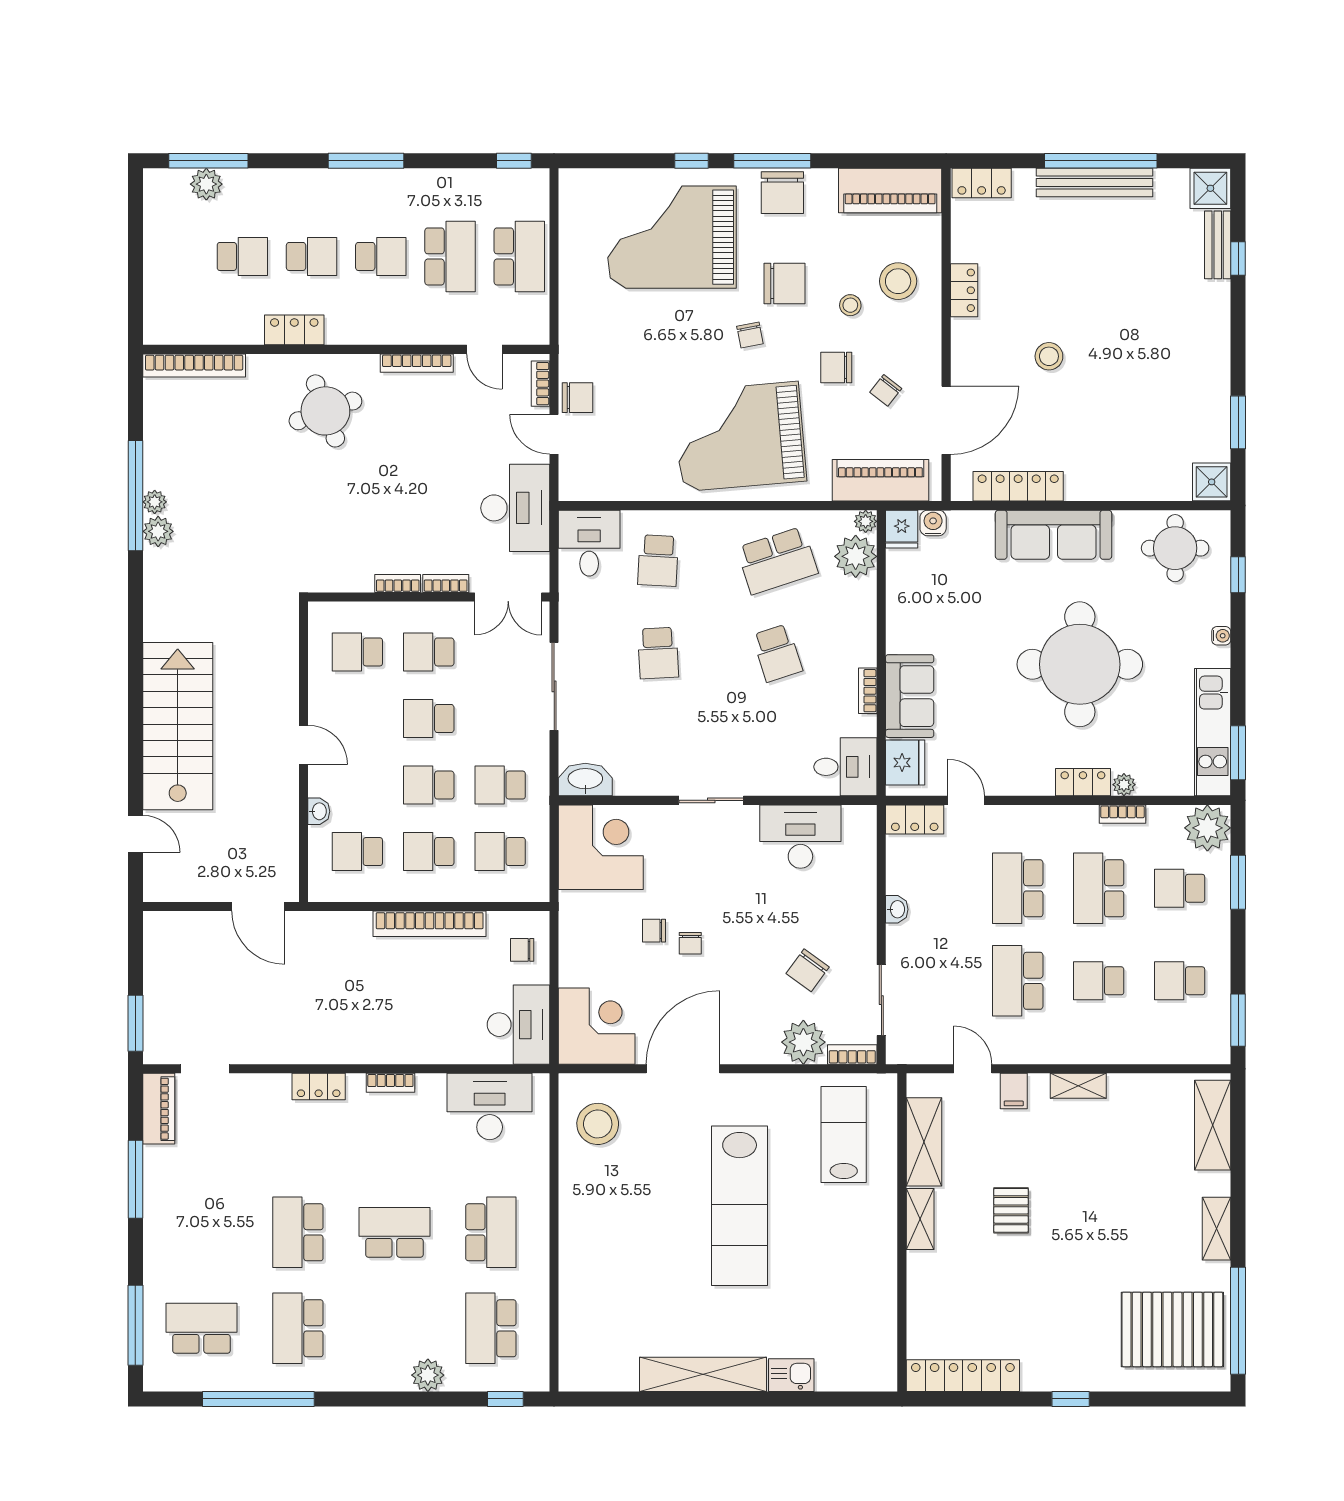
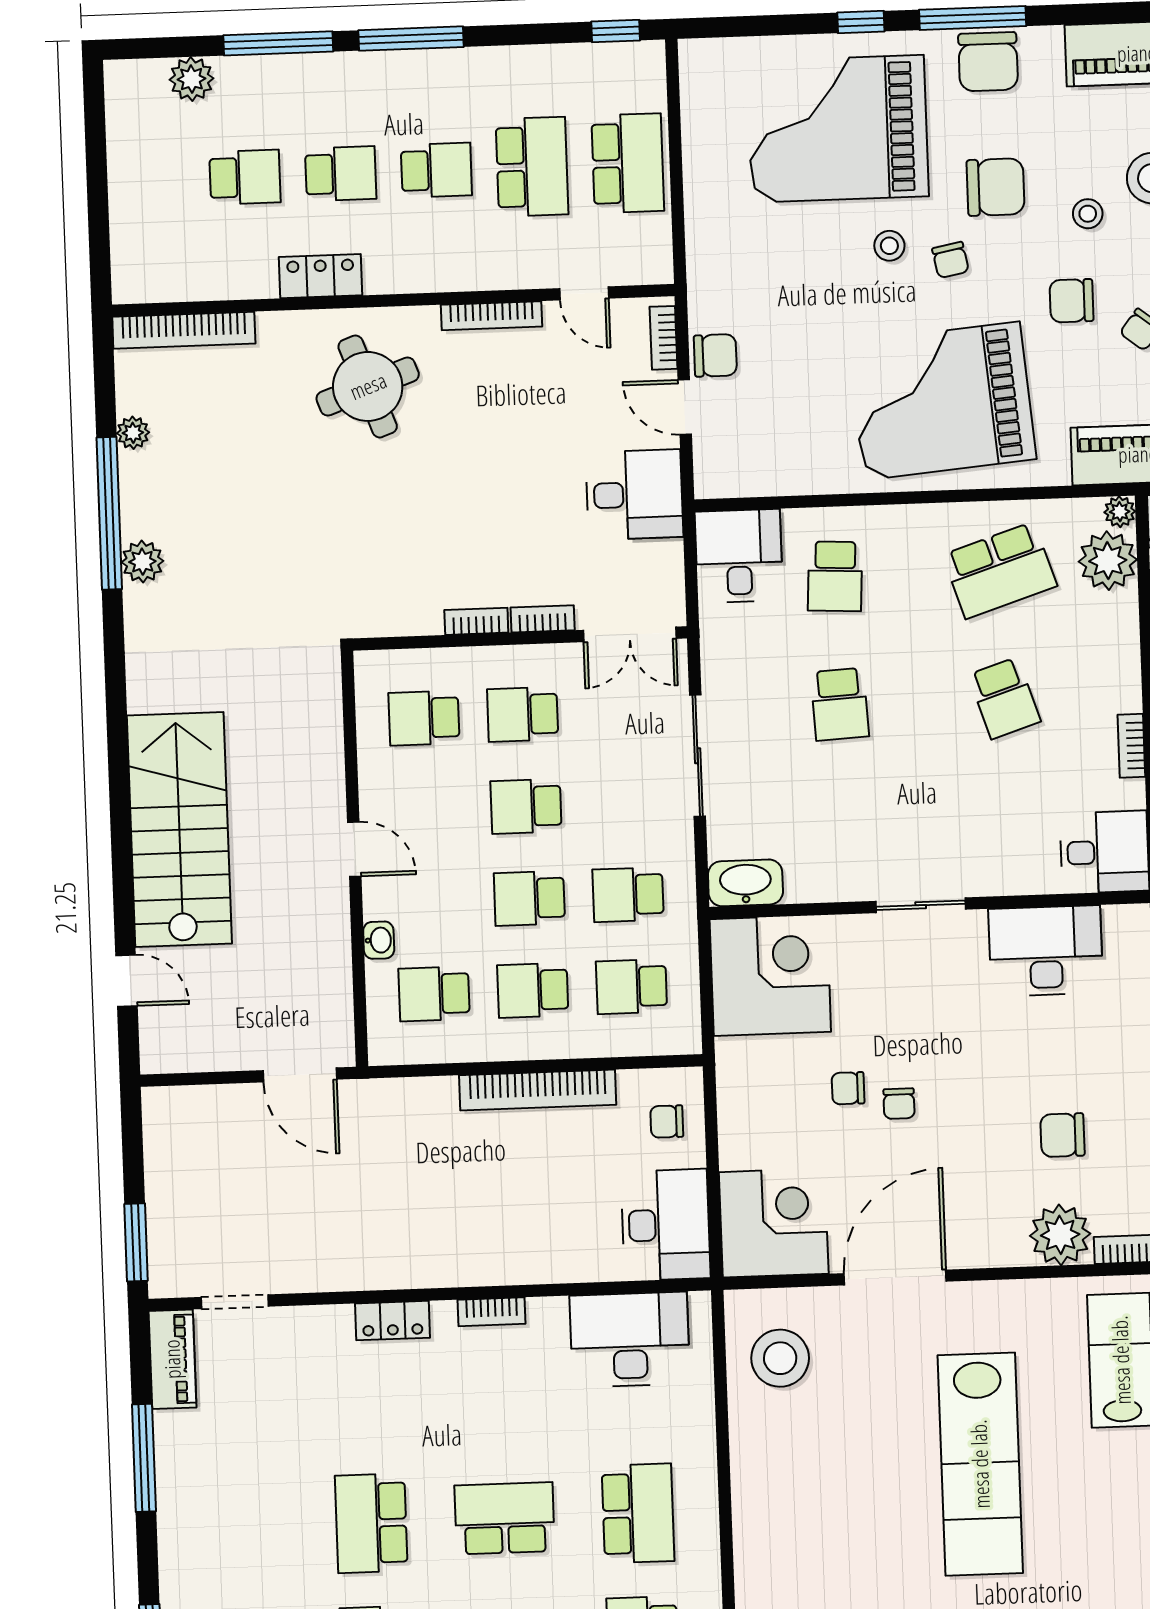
window: (208, 161) -> (278, 43), moved
stool: (706, 323) -> (889, 246), added
plant: (155, 502) -> (133, 433), moved
desk: (515, 508) -> (634, 495), width x0.73
chair: (808, 970) -> (1062, 1135), turned 54

